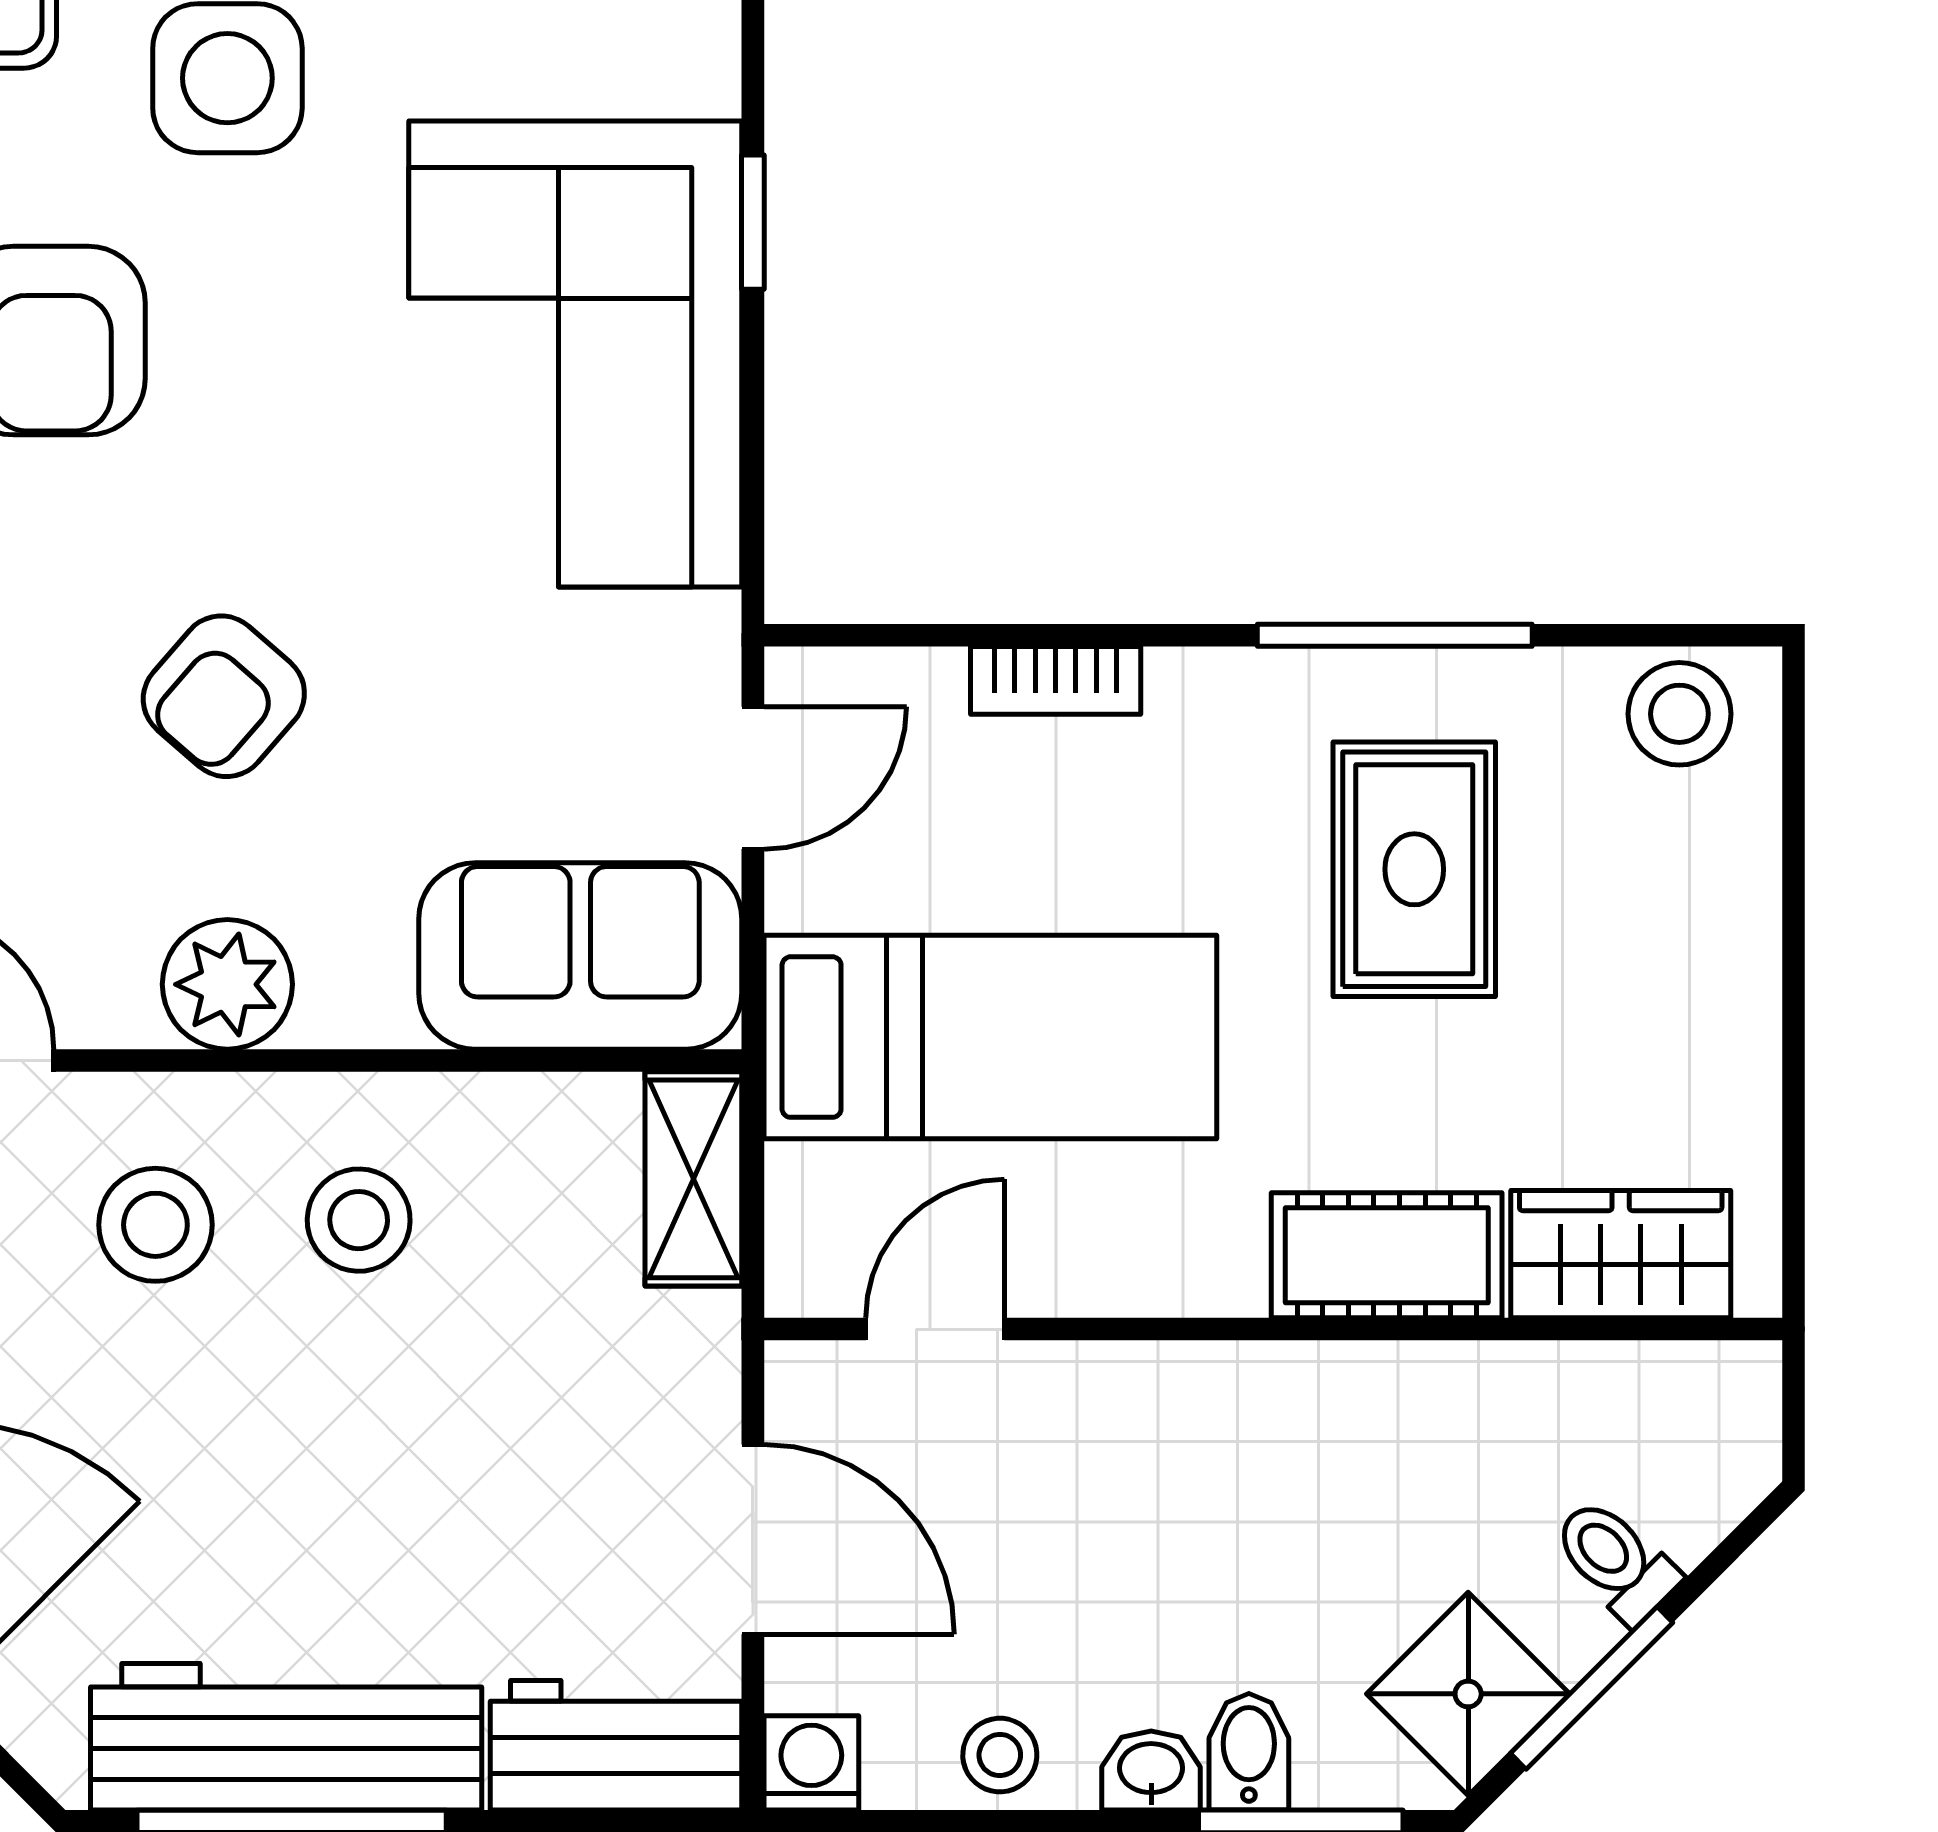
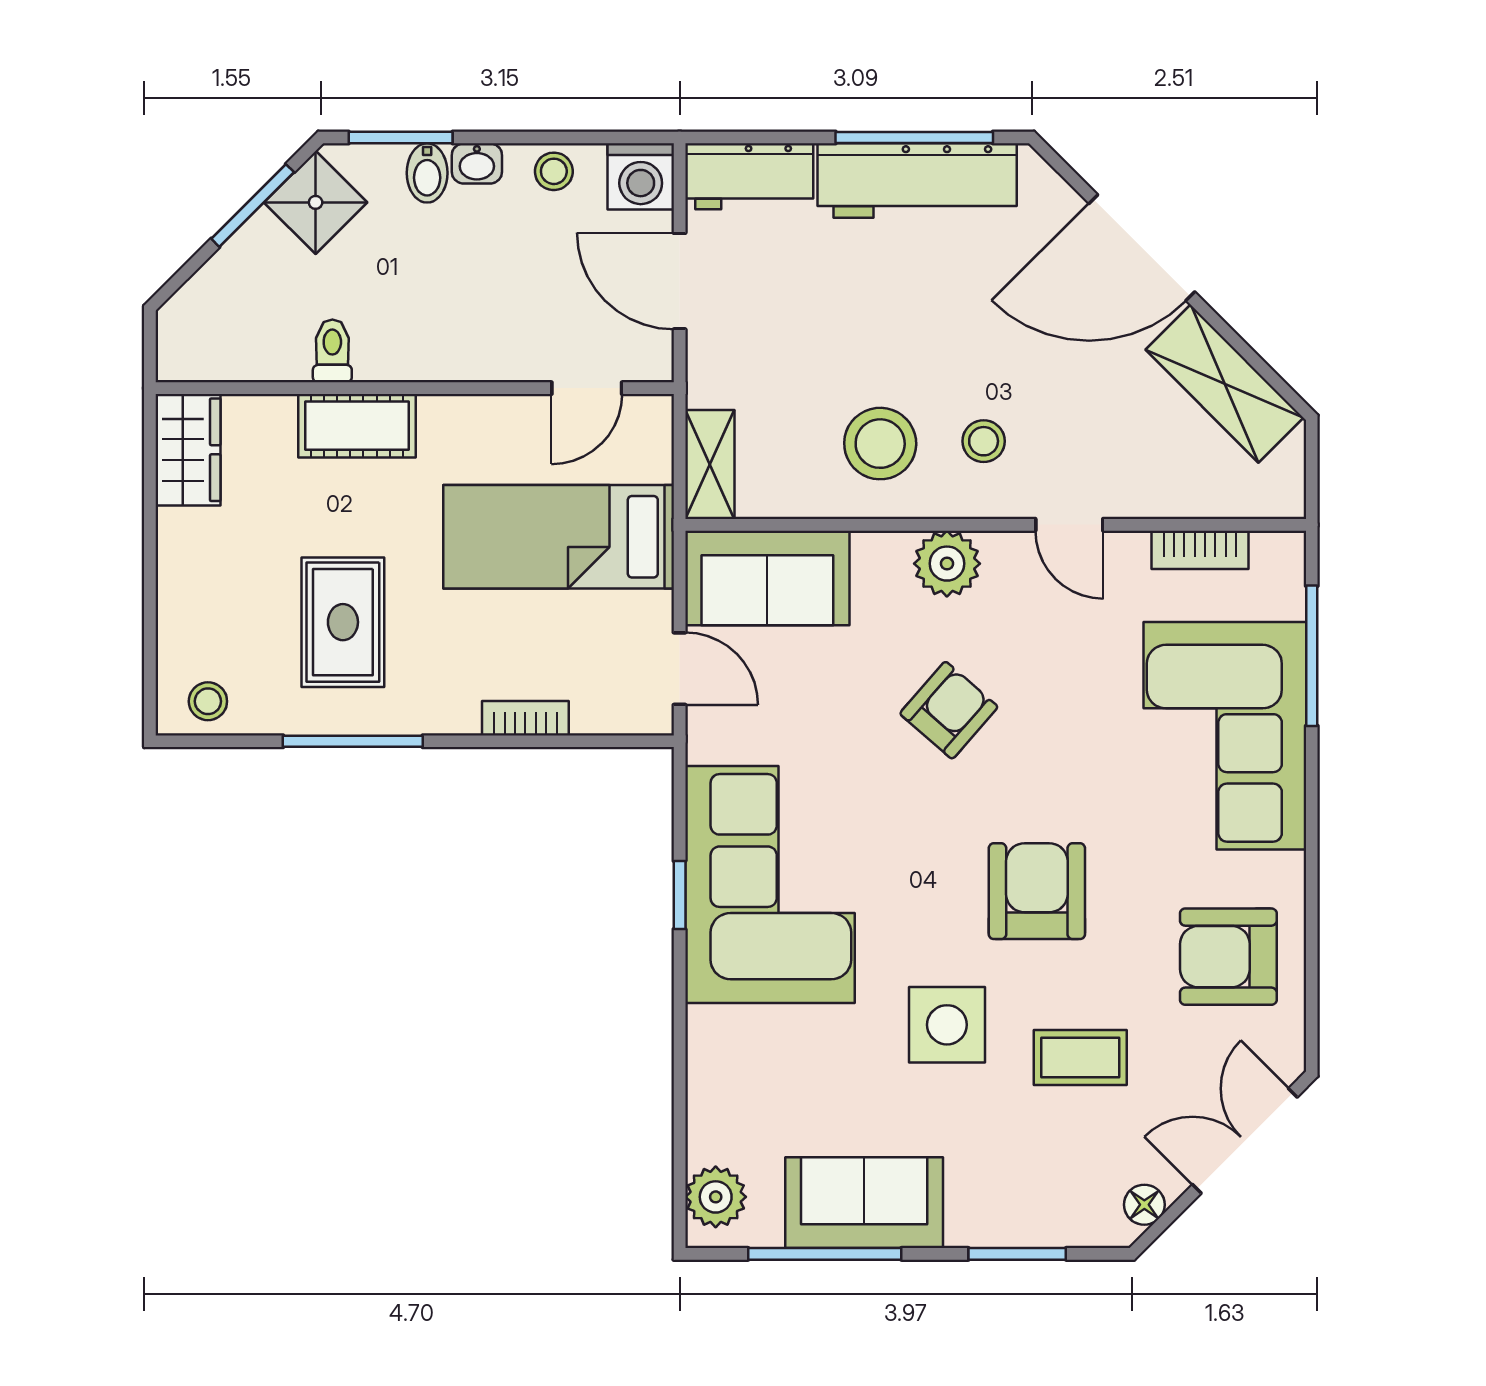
window: (753, 222) -> (680, 895), moved
stool: (1679, 714) -> (208, 701), width x0.73, depth x0.73
door: (753, 778) -> (680, 669), swing flipped
stool: (359, 1220) -> (880, 444), width x1.38, depth x1.38
stool: (155, 1225) -> (984, 441), width x0.73, depth x0.73
wardrobe: (1621, 1254) -> (188, 450), moved, turned -90
toilet: (1616, 1561) -> (332, 351), moved, turned -135
washing machine: (811, 1763) -> (641, 176), width x1.38, depth x1.38

